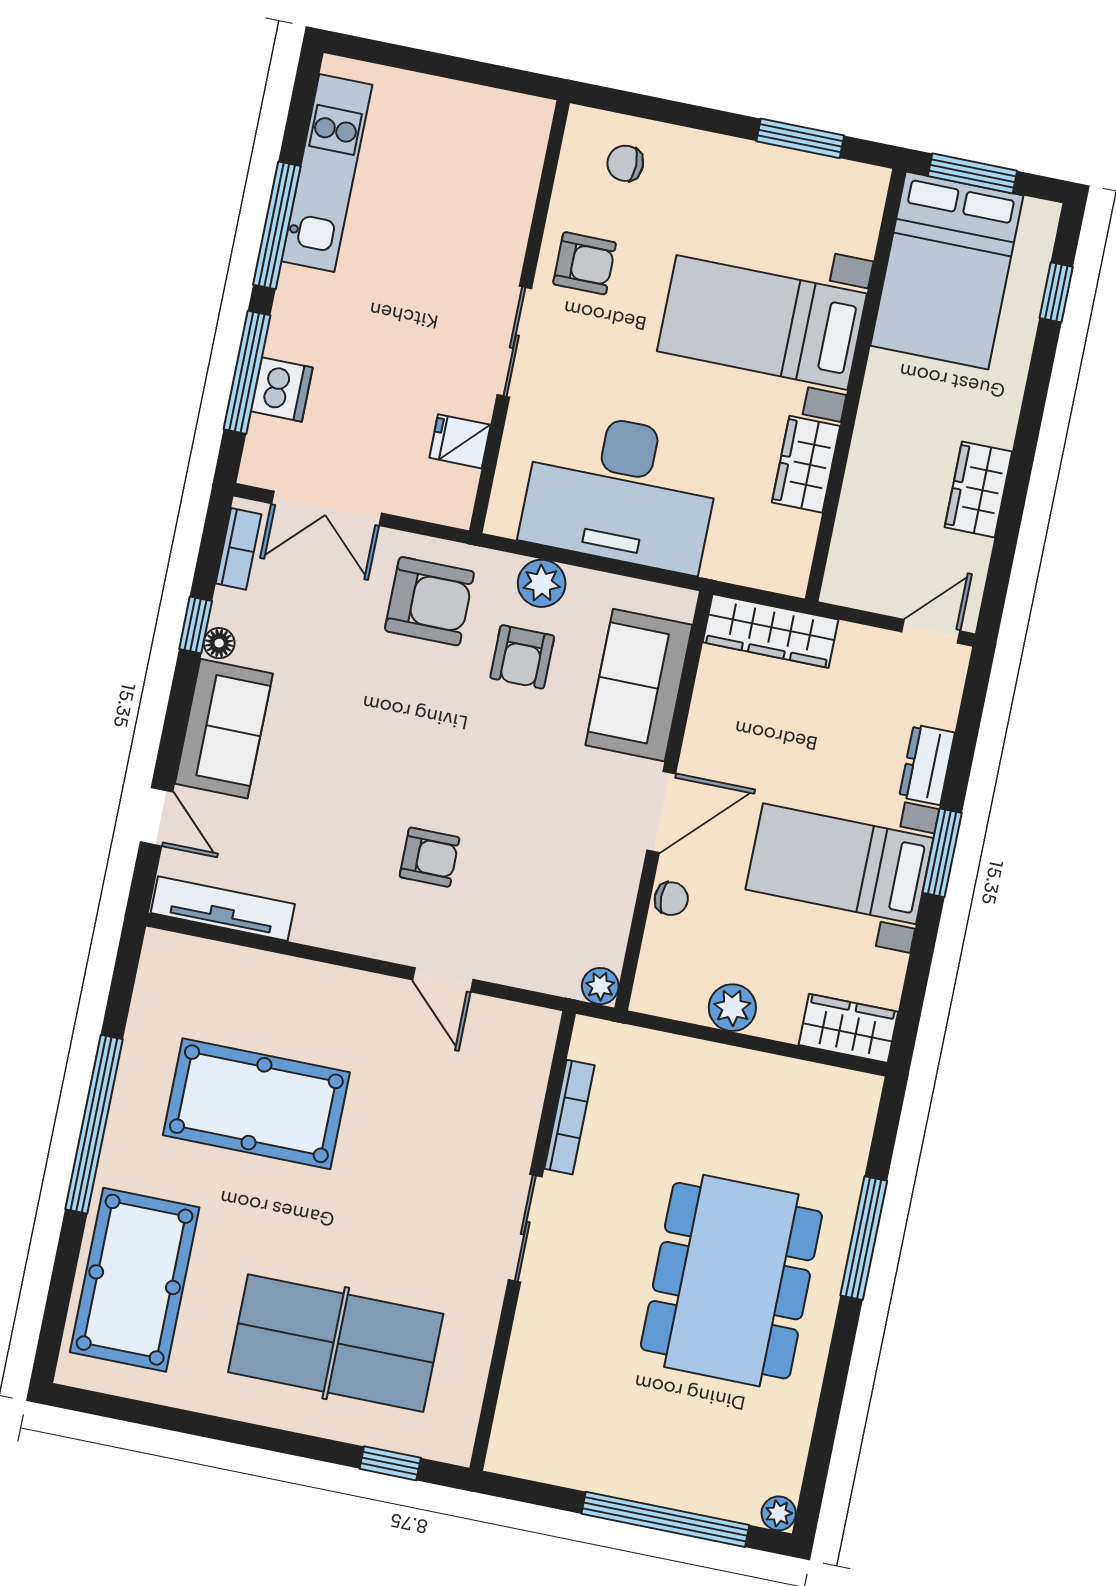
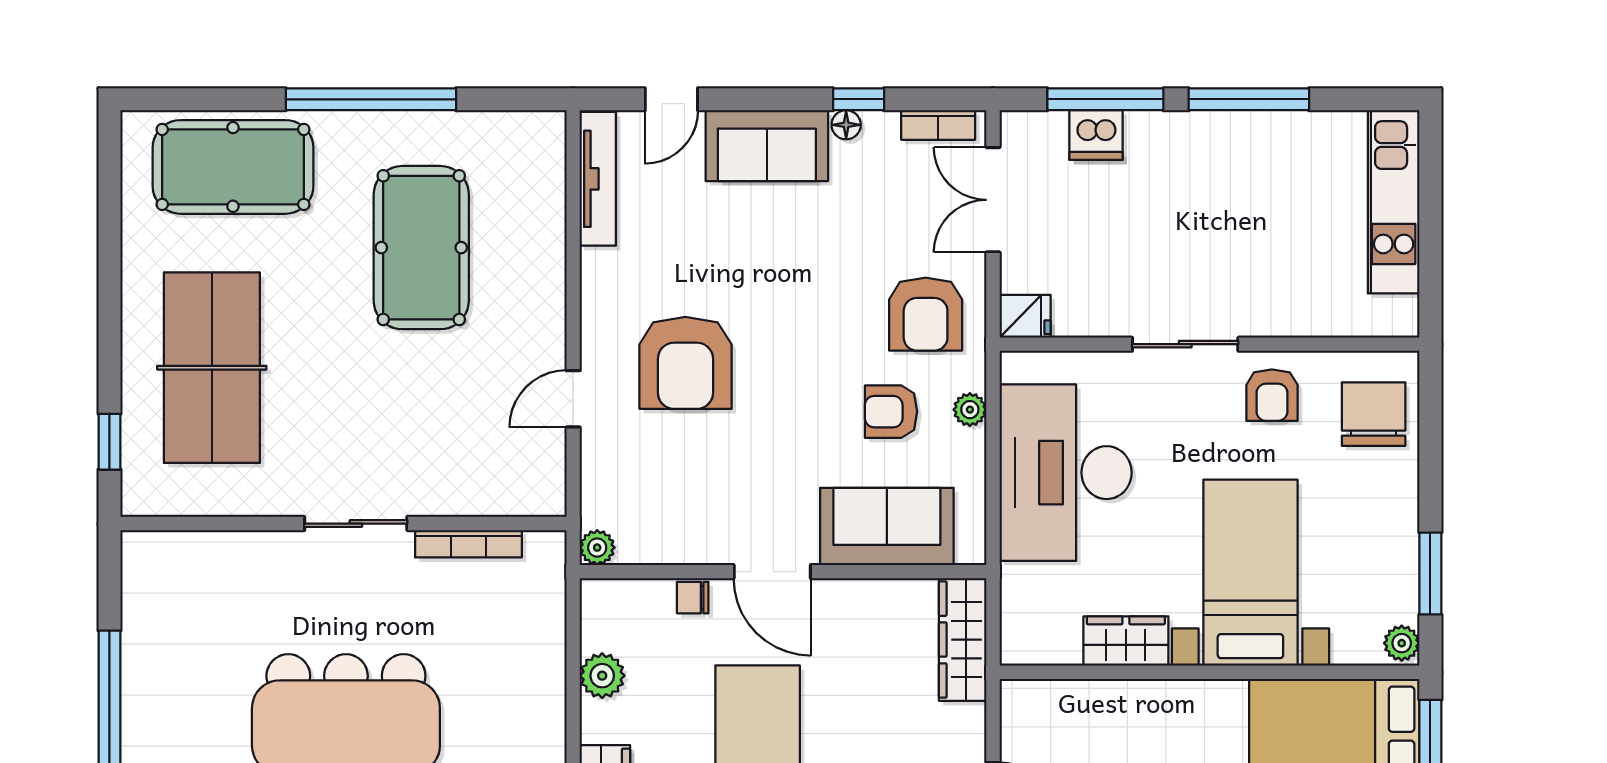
chair: (625, 163) -> (1374, 414), width x1.87, depth x1.87
kitchen unit: (327, 173) -> (1394, 202), moved, turned 90
plant: (866, 182) -> (1402, 643), added
fridge: (460, 441) -> (1025, 316), moved, turned 90
plant: (542, 583) -> (970, 410), width x0.73, depth x0.73
armchair: (429, 857) -> (685, 363), width x1.88, depth x1.88
chair: (671, 899) -> (693, 598), turned 90

